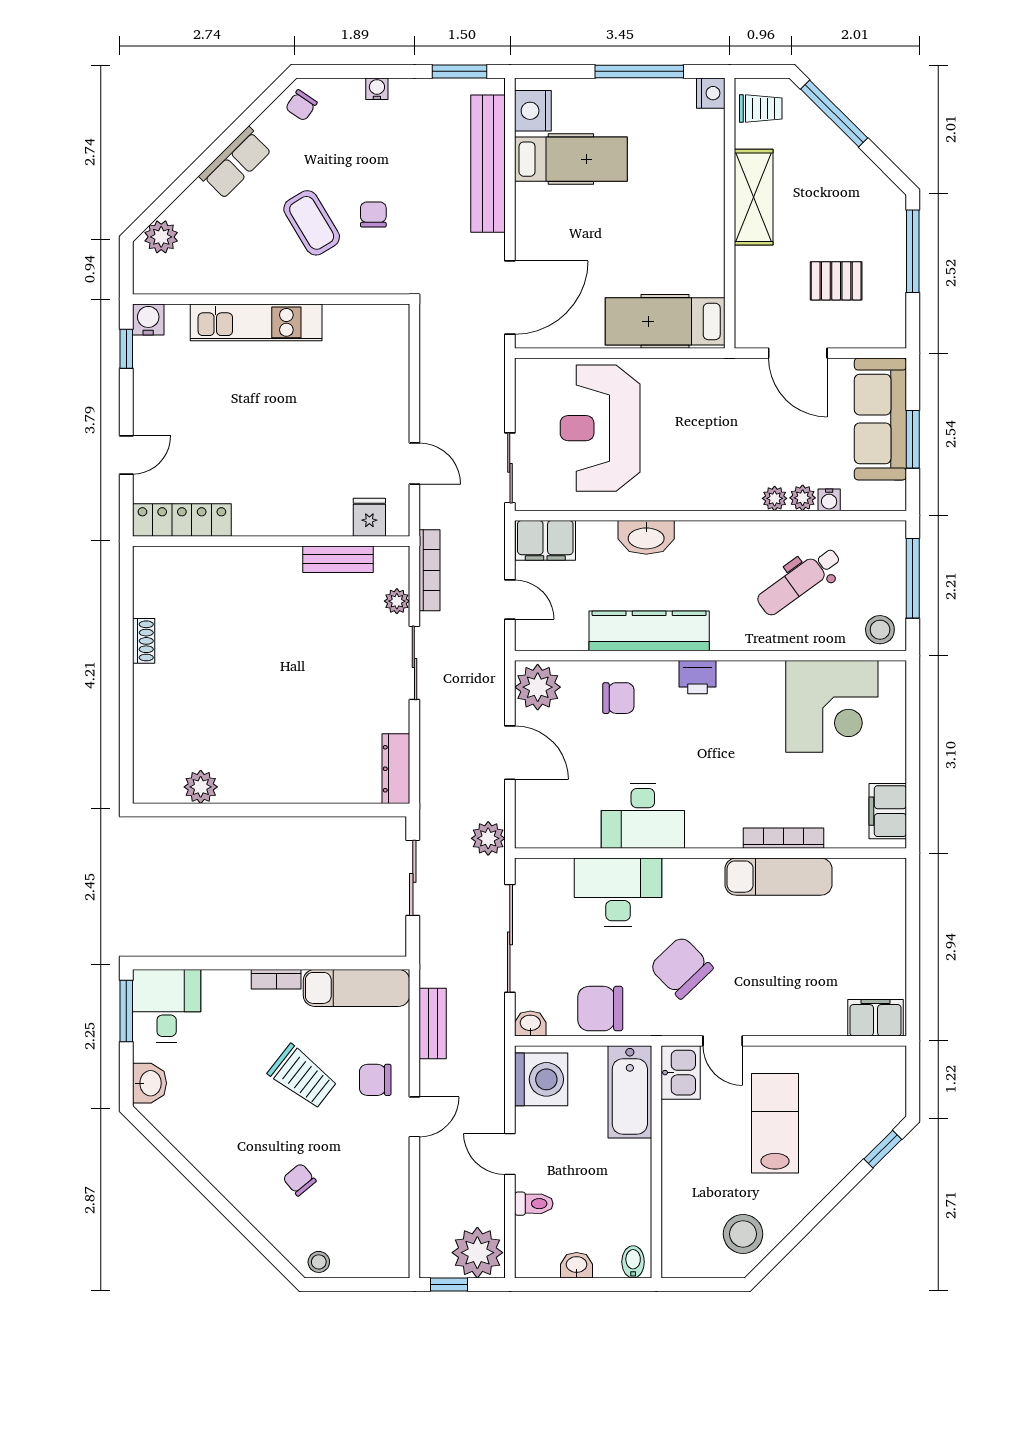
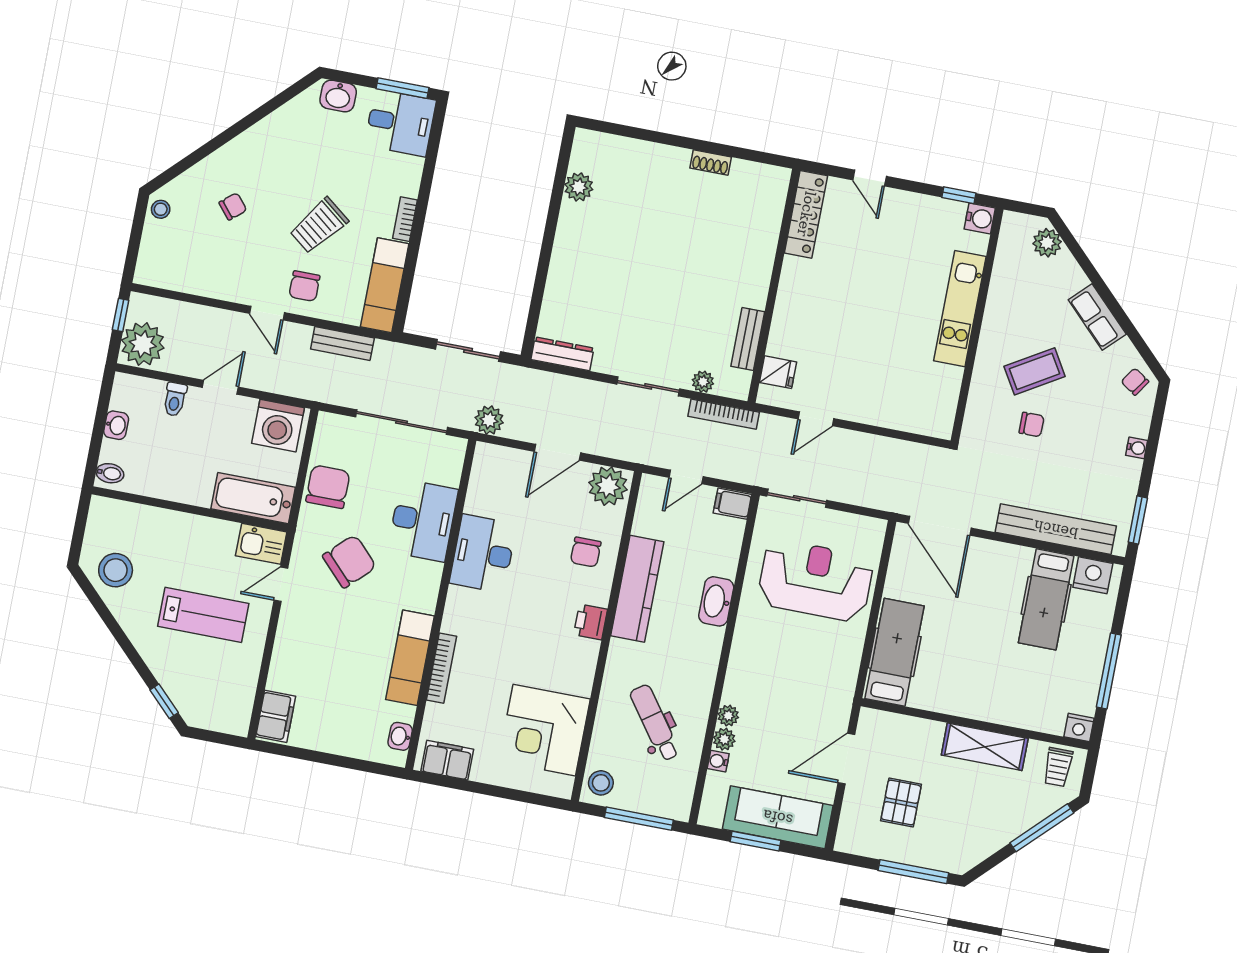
filing cabinet: (545, 540) -> (732, 504), width x0.50
washbasin: (530, 1024) -> (400, 736), moved, turned 180
chair: (375, 1080) -> (304, 286), turned 180

